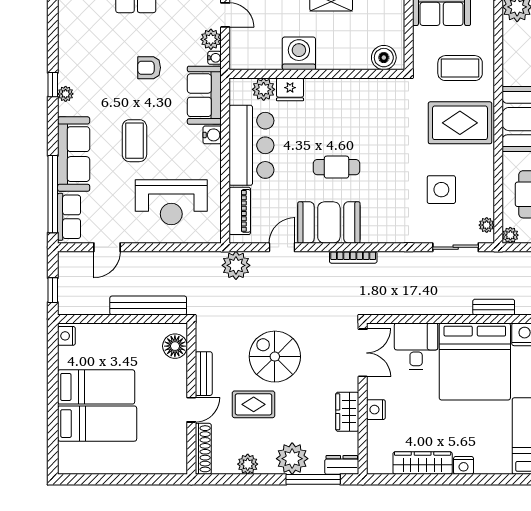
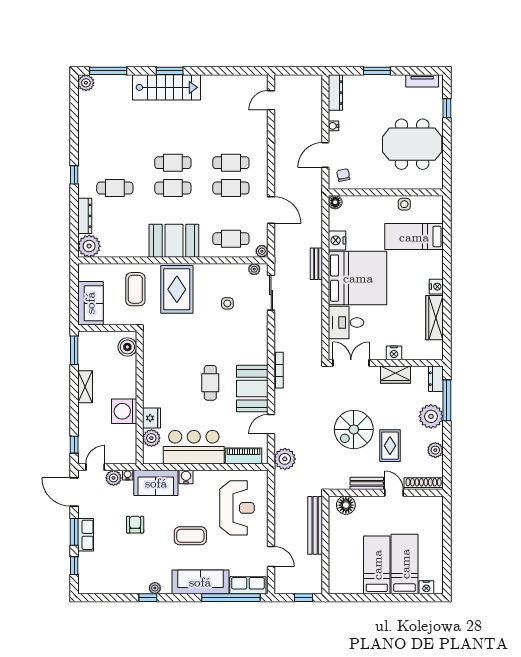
armchair: (149, 68) -> (135, 525), turned 180
side table: (441, 190) -> (227, 303), width x0.54, depth x0.54
door: (282, 247) -> (271, 424), hinge flipped
nightstand: (66, 336) -> (426, 587), moved

